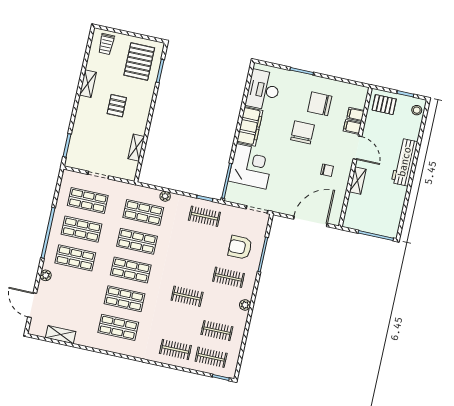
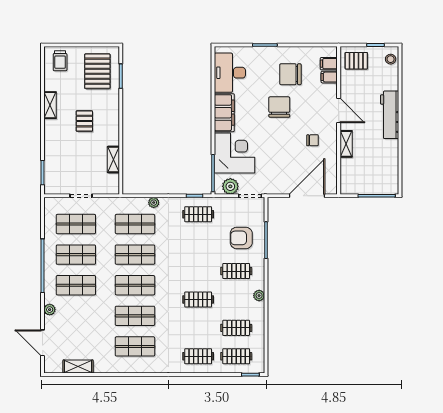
filing cabinet: (352, 127) -> (329, 64), moved
plant: (240, 197) -> (230, 186), added

